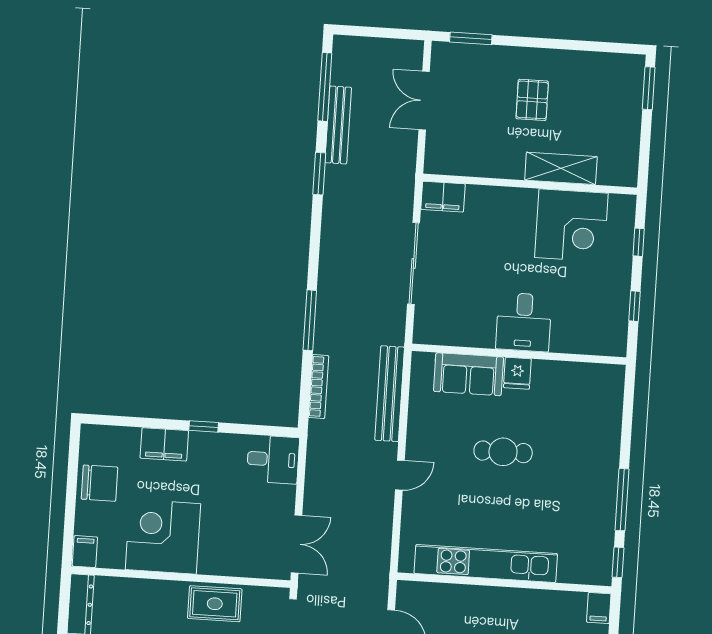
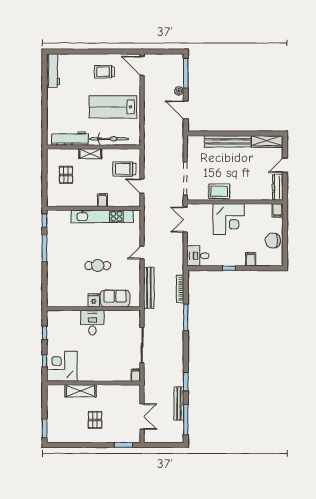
filing cabinet: (443, 197) -> (136, 375), width x0.50
corner desk: (571, 225) -> (62, 366), moved
filing cabinet: (164, 444) -> (251, 259), width x0.50
corner desk: (163, 537) -> (229, 219), moved
filing cabinet: (599, 608) -> (102, 200), moved

